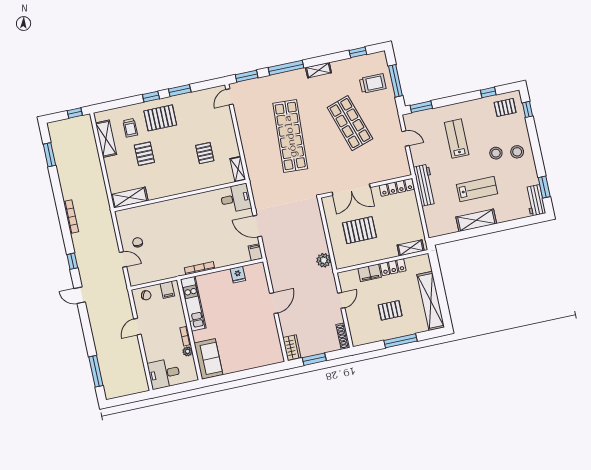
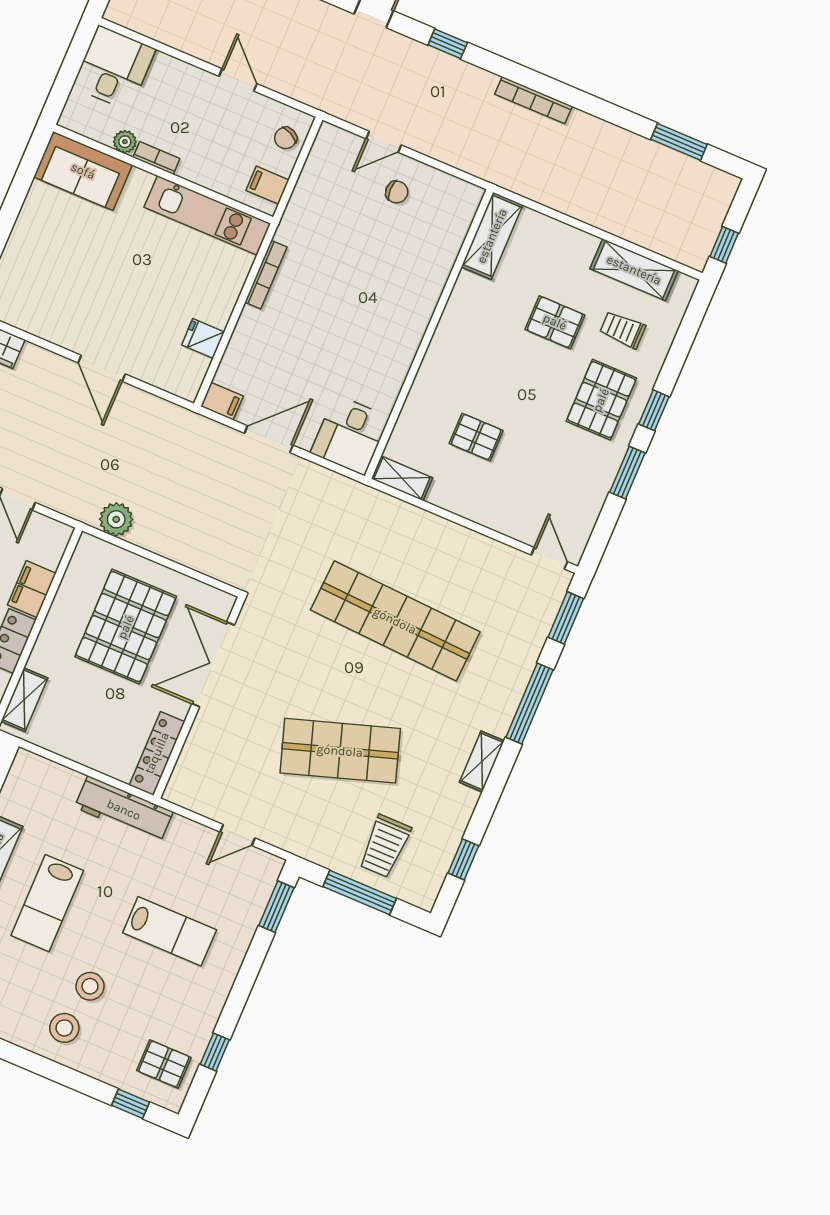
pallet: (505, 107) -> (164, 1064), turned 90
pallet: (359, 230) -> (126, 627), width x1.37, depth x1.41

